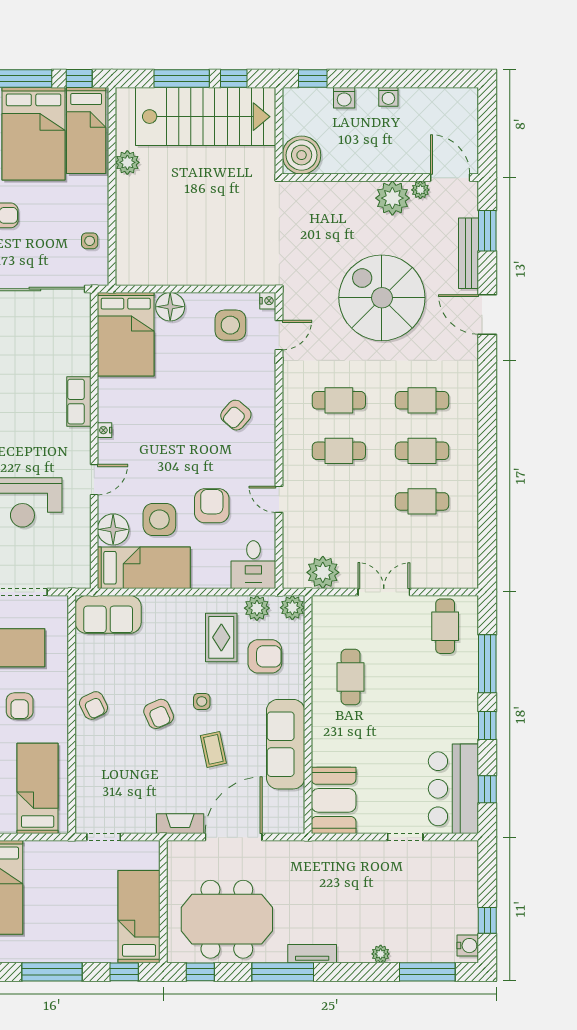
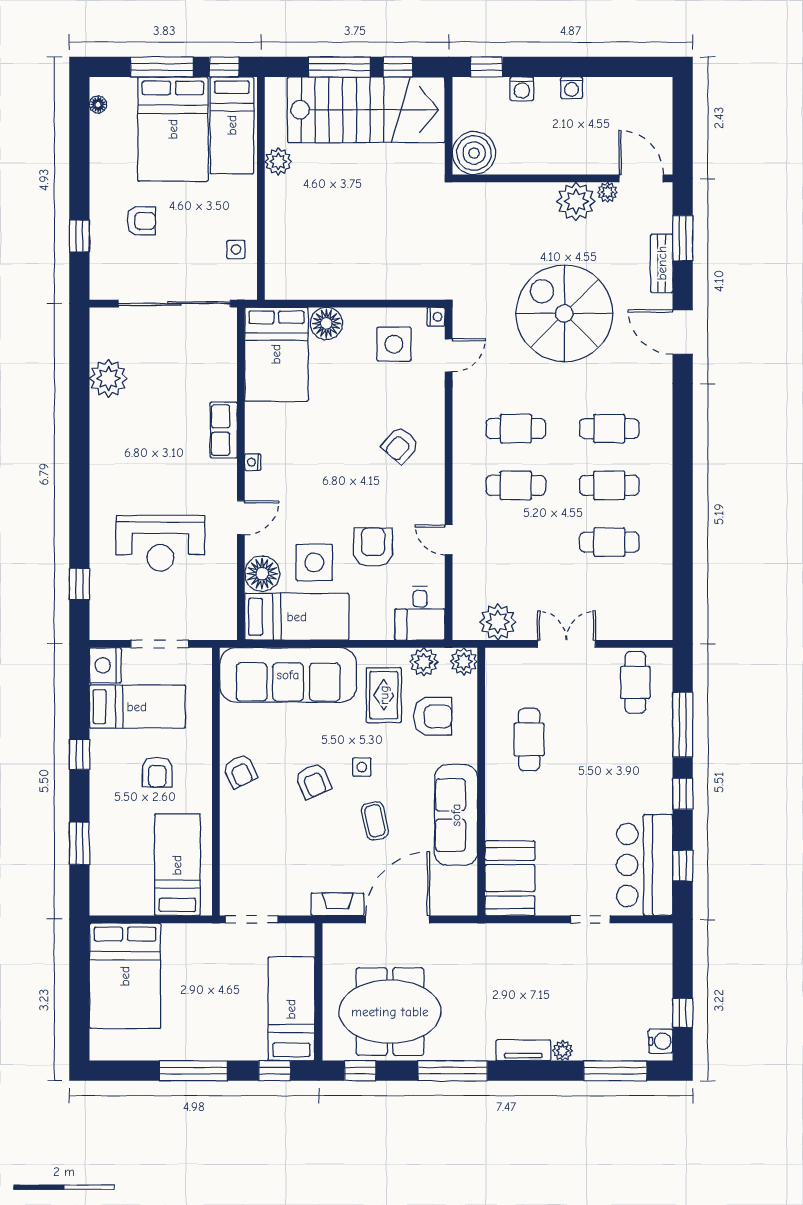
bench: (469, 253) -> (662, 263), width x0.73
sofa: (108, 614) -> (288, 675), width x1.85, depth x1.27
doorway: (104, 837) -> (252, 919), width x1.38
tv unit: (312, 954) -> (523, 1050), moved

